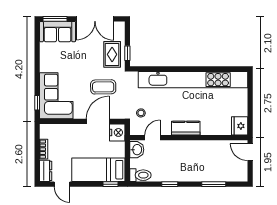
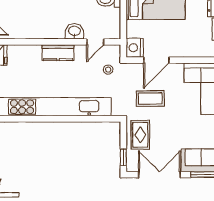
window: (127, 53) -> (123, 157), moved
washbasin: (137, 150) -> (74, 31), moved, turned 90

